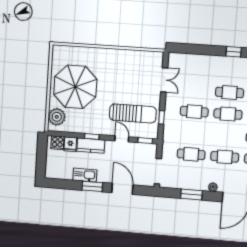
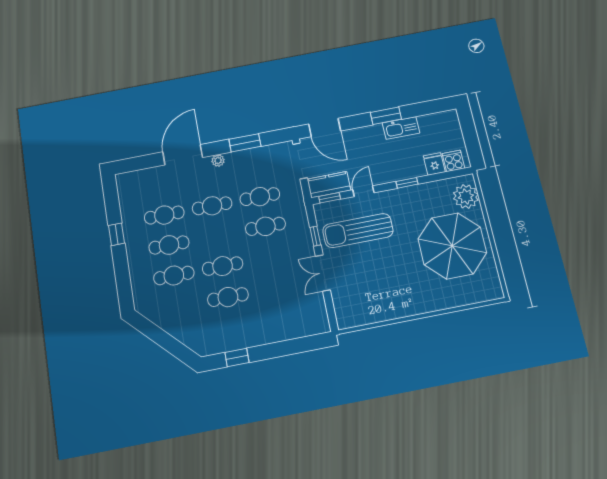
double door: (164, 80) -> (323, 273), moved
cafe table: (194, 112) -> (265, 226), moved
door: (122, 139) -> (363, 191), swing flipped
kitchen counter: (91, 146) -> (329, 185), moved
door: (122, 189) -> (325, 127), moved

